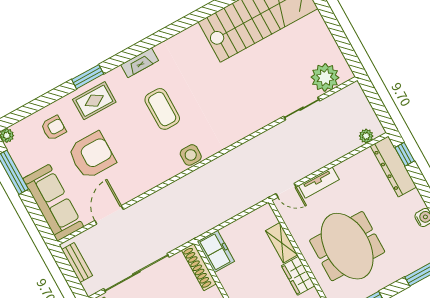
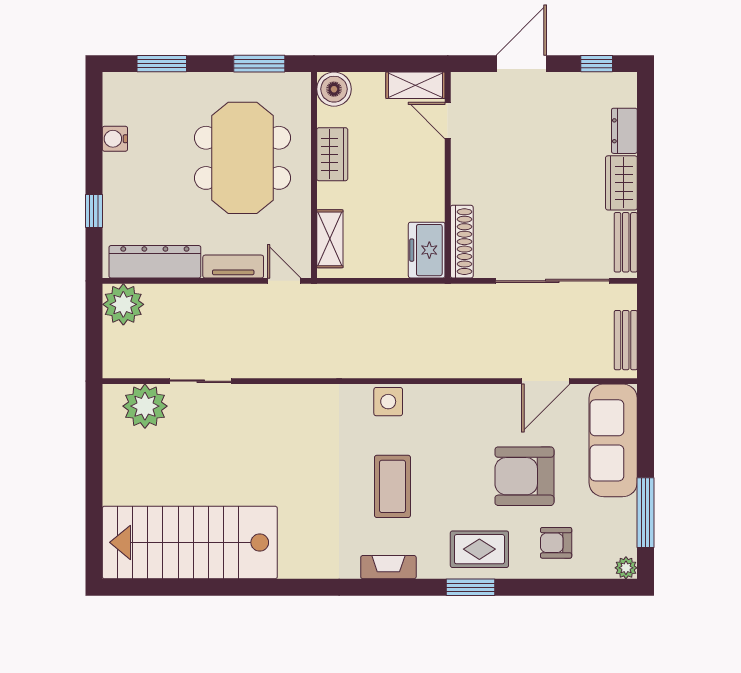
plant: (366, 136) -> (123, 304), width x1.87, depth x1.87
window: (405, 154) -> (94, 211), moved
dresser: (393, 166) -> (155, 262), moved, turned -90
shelving: (282, 243) -> (330, 239), moved

